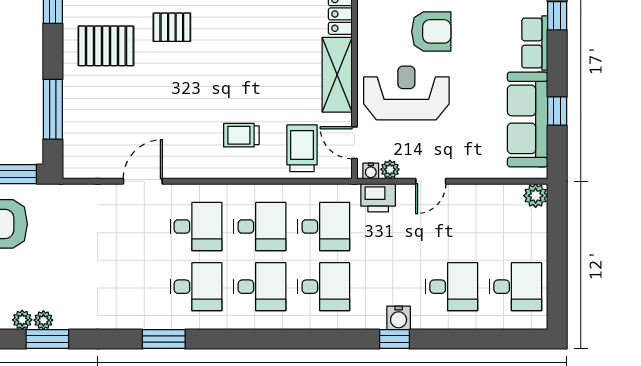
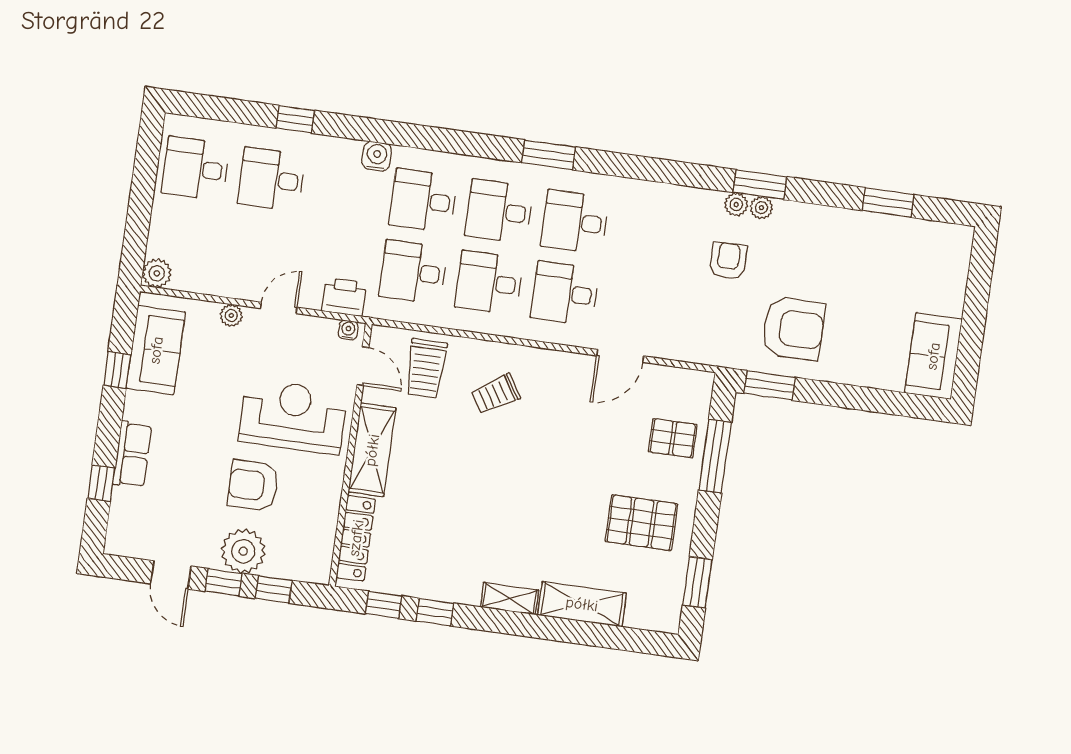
pallet: (172, 27) -> (673, 438), moved
reception desk: (406, 93) -> (293, 417), turned 180
sofa: (528, 119) -> (156, 350), width x0.73
trolley: (241, 135) -> (496, 394), turned 148
plant: (390, 169) -> (231, 315), moved
armchair: (65, 272) -> (728, 261), added
water cooler: (399, 318) -> (377, 156), moved
plant: (22, 320) -> (736, 204), moved
window: (164, 339) -> (549, 155), moved
window: (394, 339) -> (295, 119), moved

